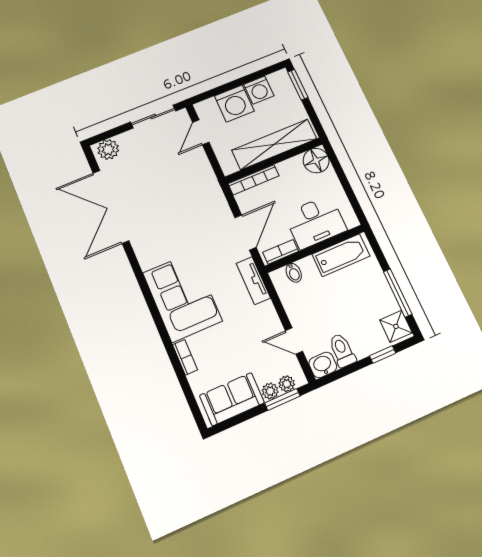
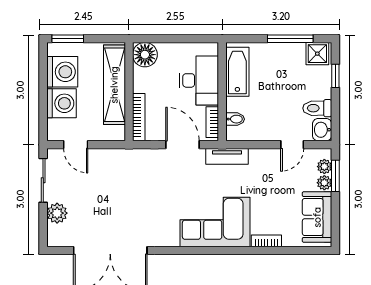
washing machine: (259, 90) -> (62, 72), width x1.37, depth x1.37
plant: (108, 149) -> (57, 213), moved

